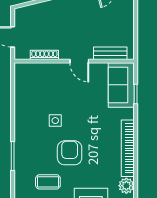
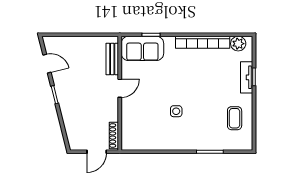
shoe rack: (44, 55) -> (114, 136), moved
armchair: (70, 153) -> (207, 98), removed

